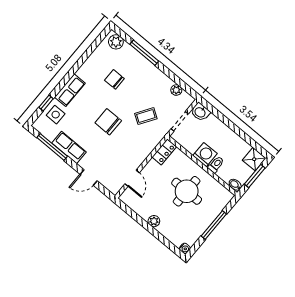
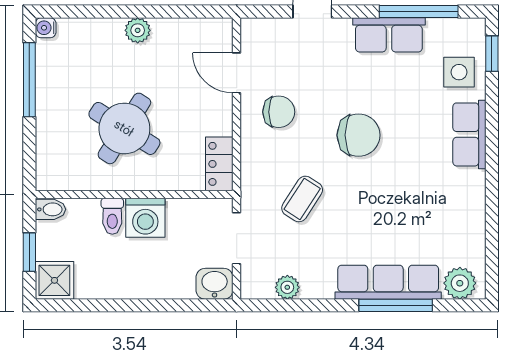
row of seats: (140, 63) -> (388, 282), added
chair: (114, 79) -> (279, 112), moved
window: (46, 103) -> (492, 54), moved
window: (255, 176) -> (29, 252), width x0.67
round table: (187, 191) -> (124, 128), turned 32
window: (214, 225) -> (29, 80), moved

